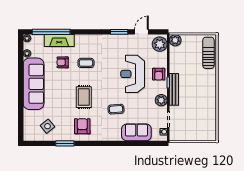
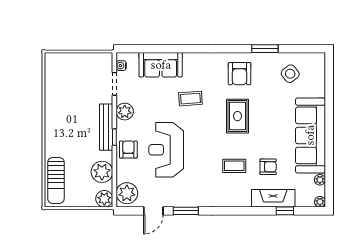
window: (51, 32) -> (285, 211), width x0.32
plant: (177, 59) -> (102, 172), added
reception desk: (133, 74) -> (166, 150), turned 180

